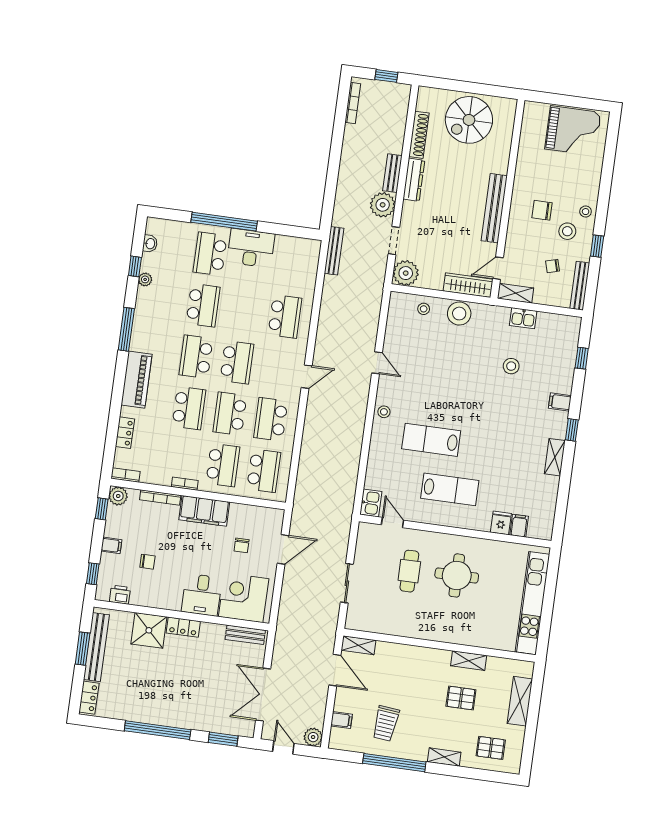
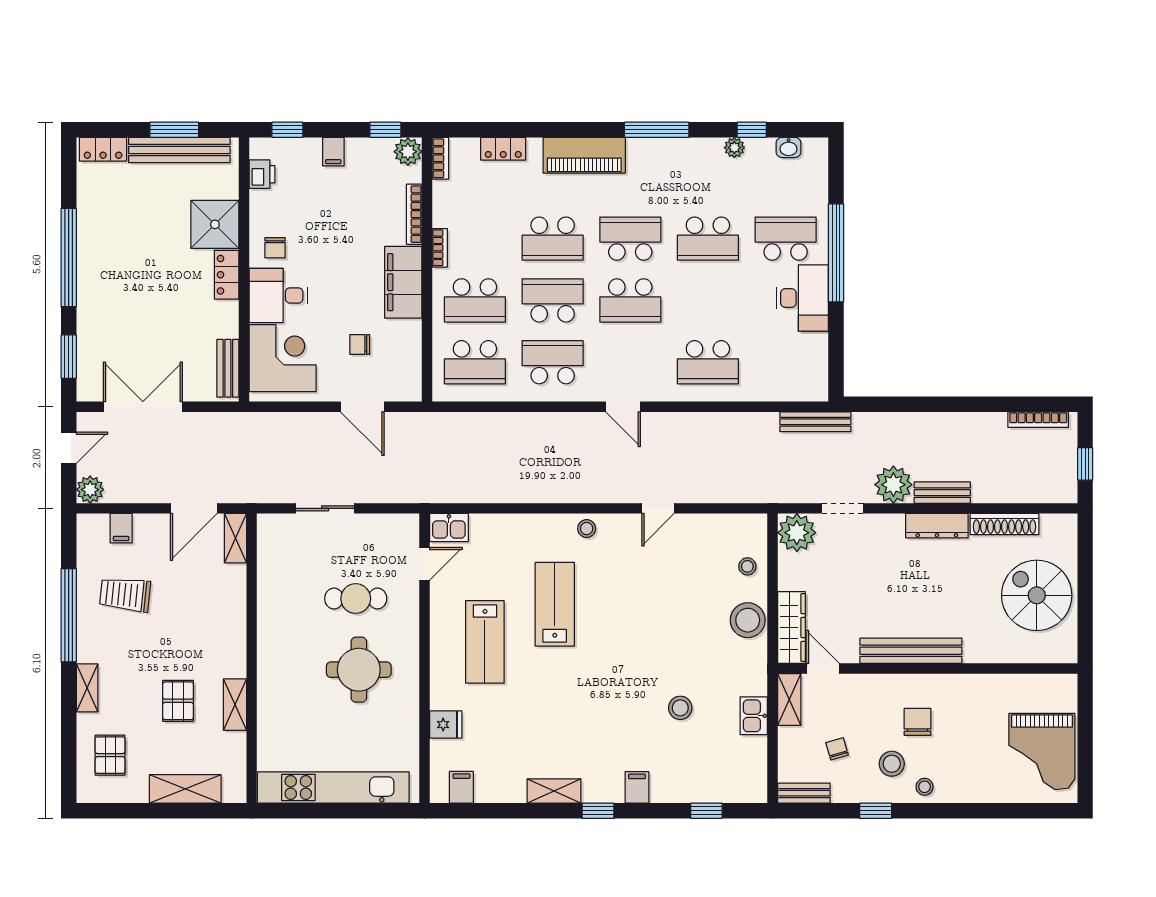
bench: (580, 286) -> (804, 793), width x0.73
filing cabinet: (519, 526) -> (461, 787), moved, turned -90
chair: (147, 562) -> (275, 248), moved

